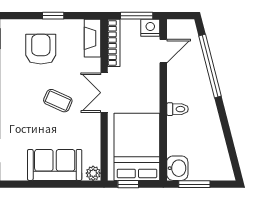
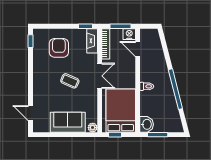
window: (53, 16) -> (86, 26), moved
door: (163, 51) -> (138, 49), swing flipped
window: (210, 66) -> (175, 89), moved
double door: (104, 93) -> (100, 76), swing flipped

